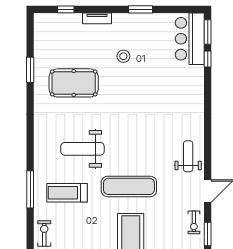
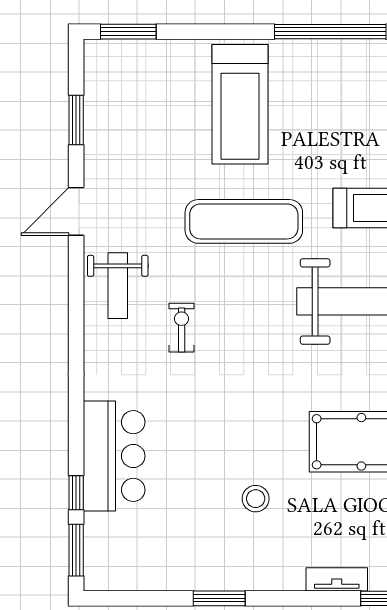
tv unit: (97, 18) -> (337, 579), moved
bar counter: (190, 39) -> (114, 456), moved
exercise bike: (194, 222) -> (182, 328), moved

